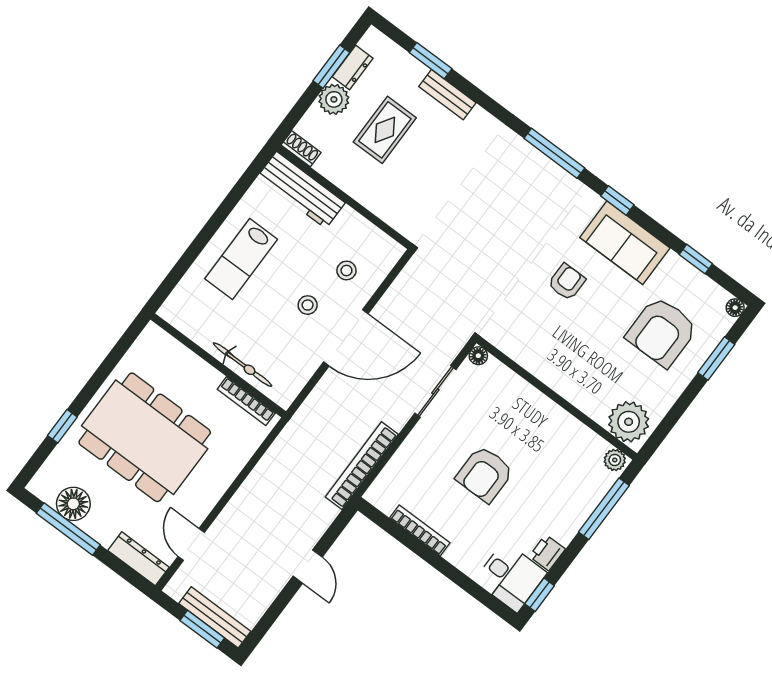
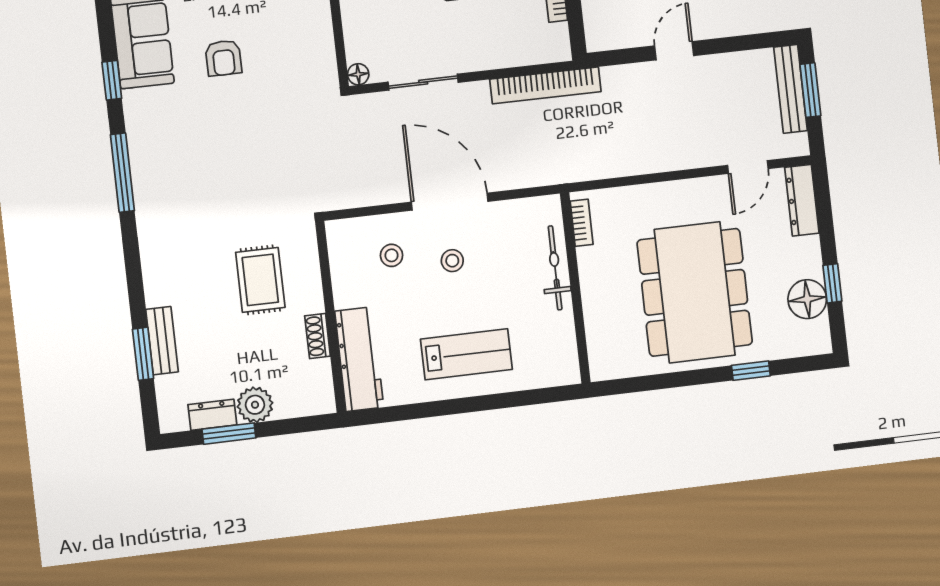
bench: (447, 95) -> (162, 341), moved
rug: (385, 130) -> (260, 280), moved, turned 90
shoe rack: (301, 149) -> (318, 336), moved
armchair: (567, 282) -> (223, 58), turned -90
bookcase: (246, 401) -> (582, 223), width x0.64
window: (68, 529) -> (832, 283), width x0.46

